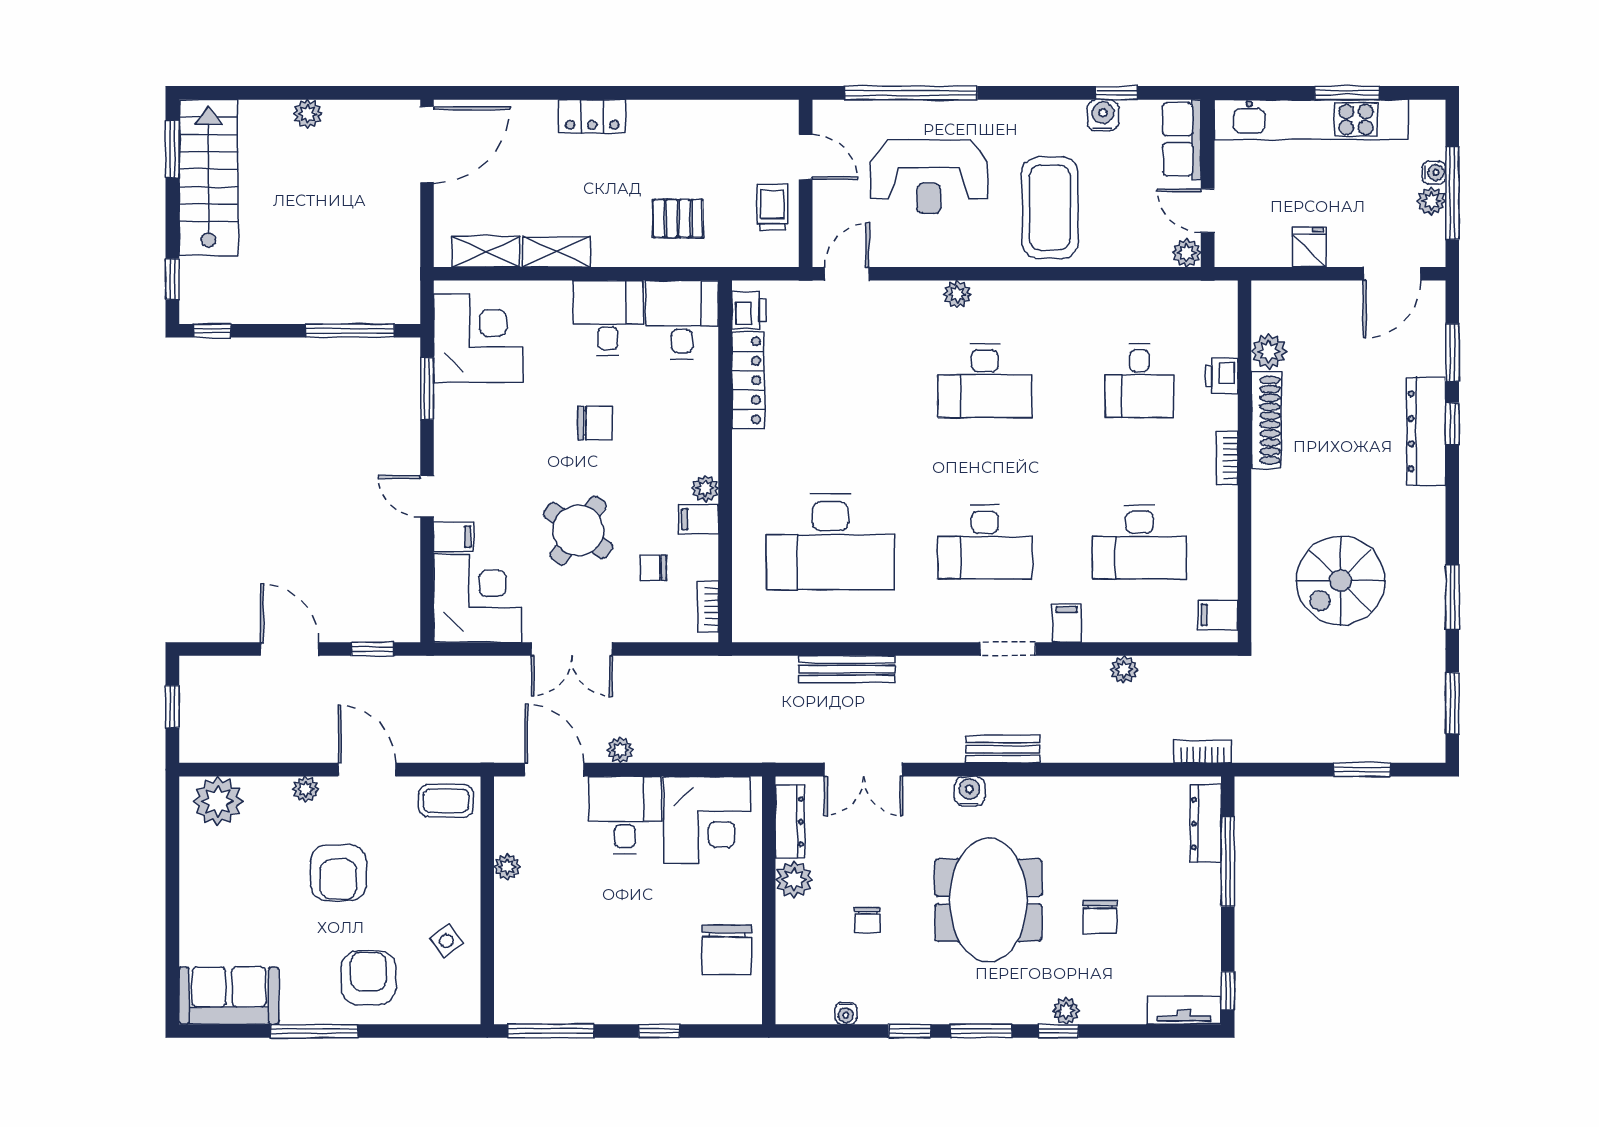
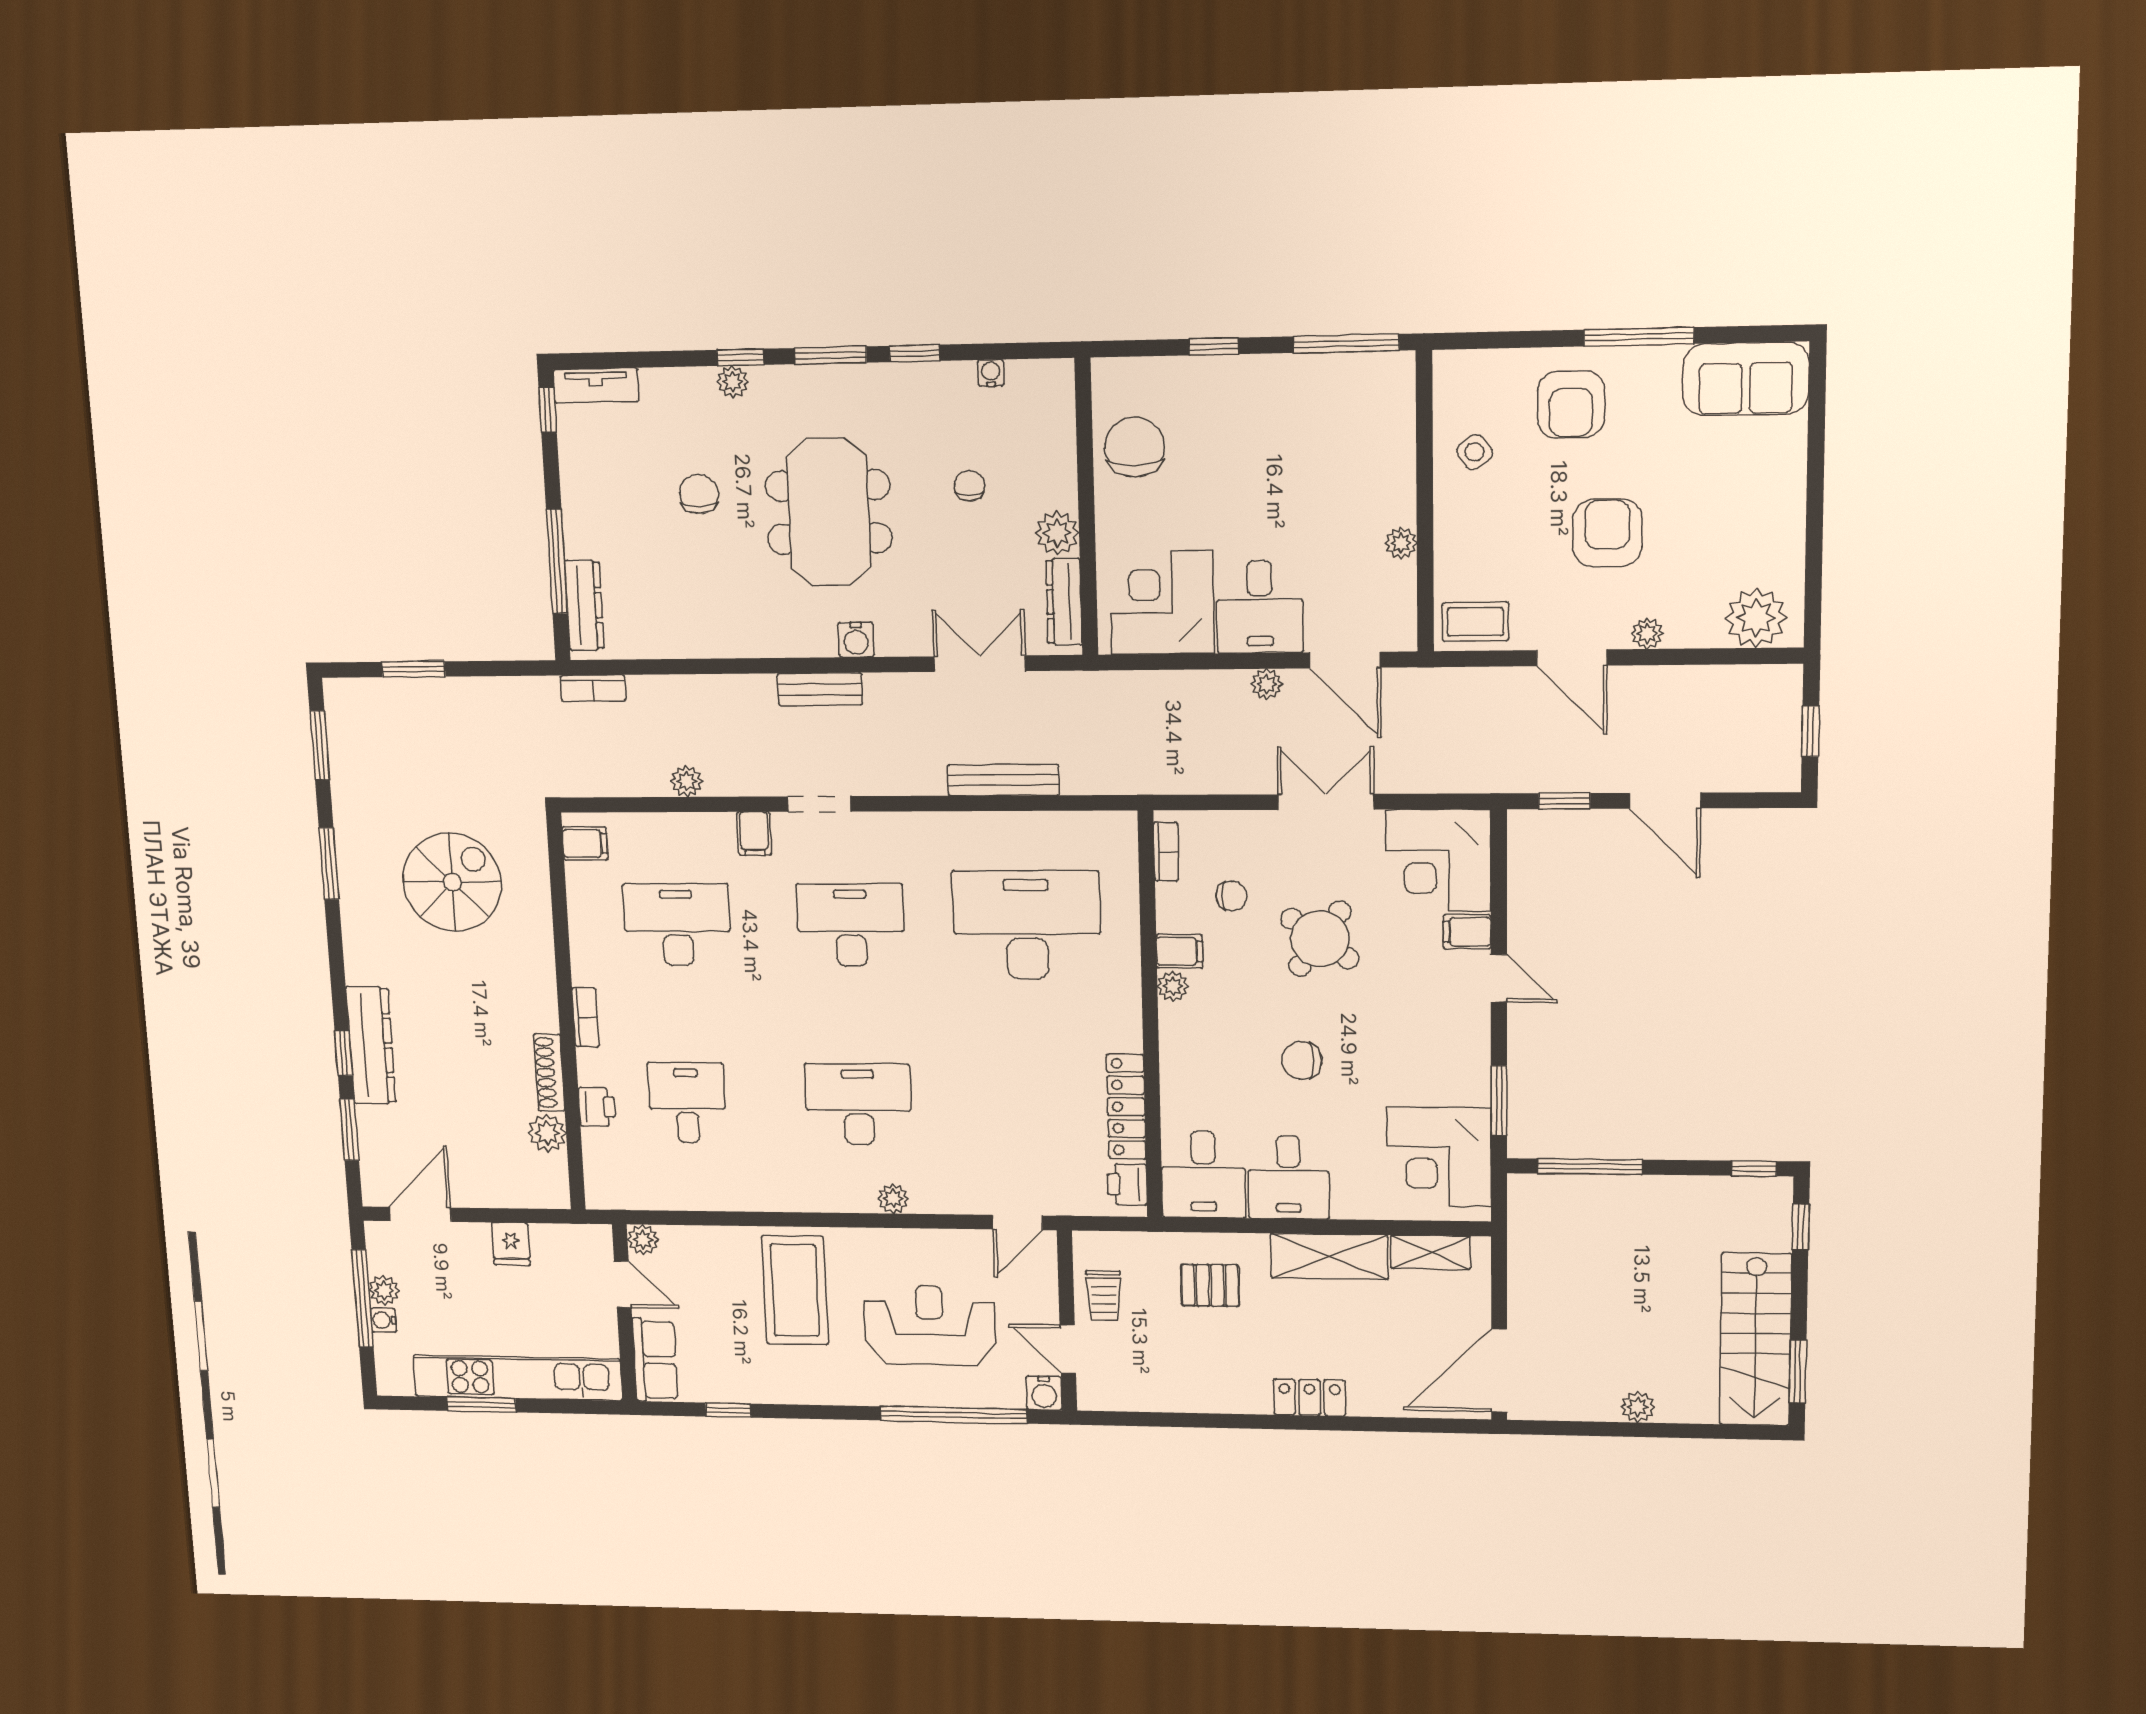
water cooler: (1103, 115) -> (1044, 1393), moved
shelving: (557, 252) -> (1329, 1256), width x1.50, depth x1.33
shoe rack: (1266, 420) -> (549, 1072), width x0.74, depth x0.81

